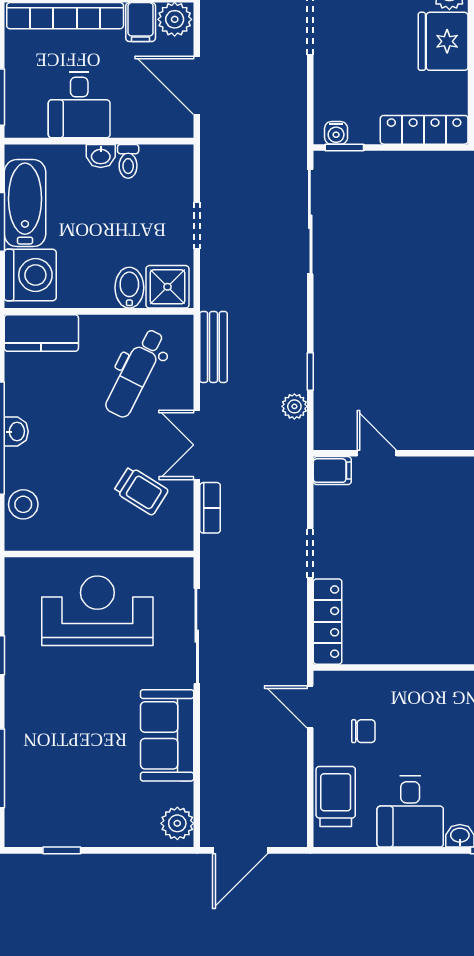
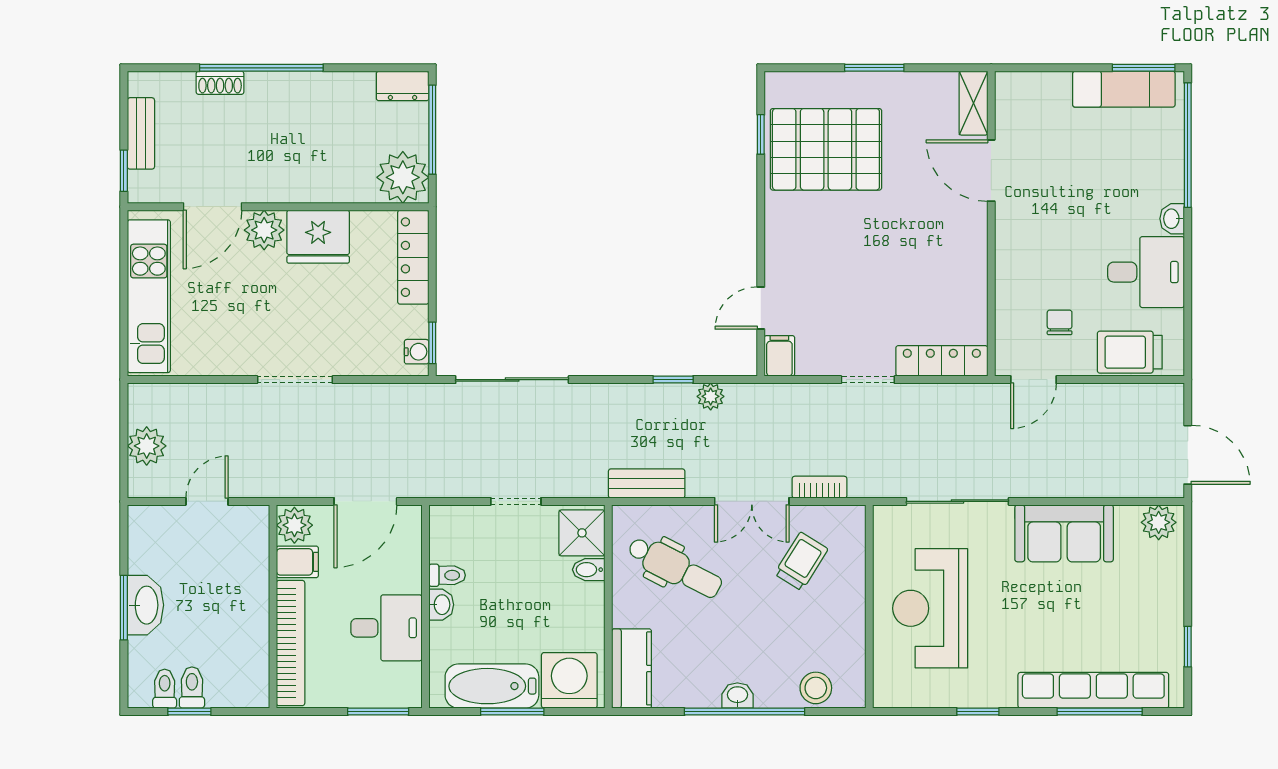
bidet: (129, 288) -> (589, 570), width x0.72, depth x0.74
row of seats: (21, 763) -> (1093, 690), added

